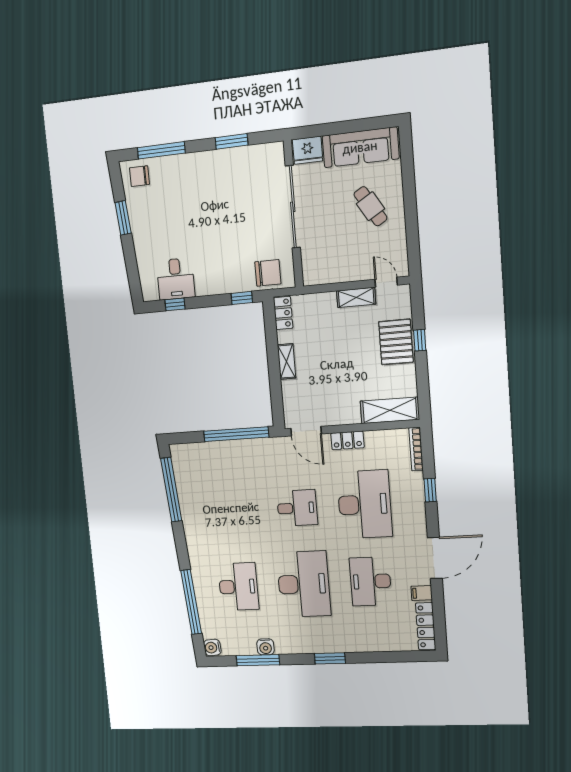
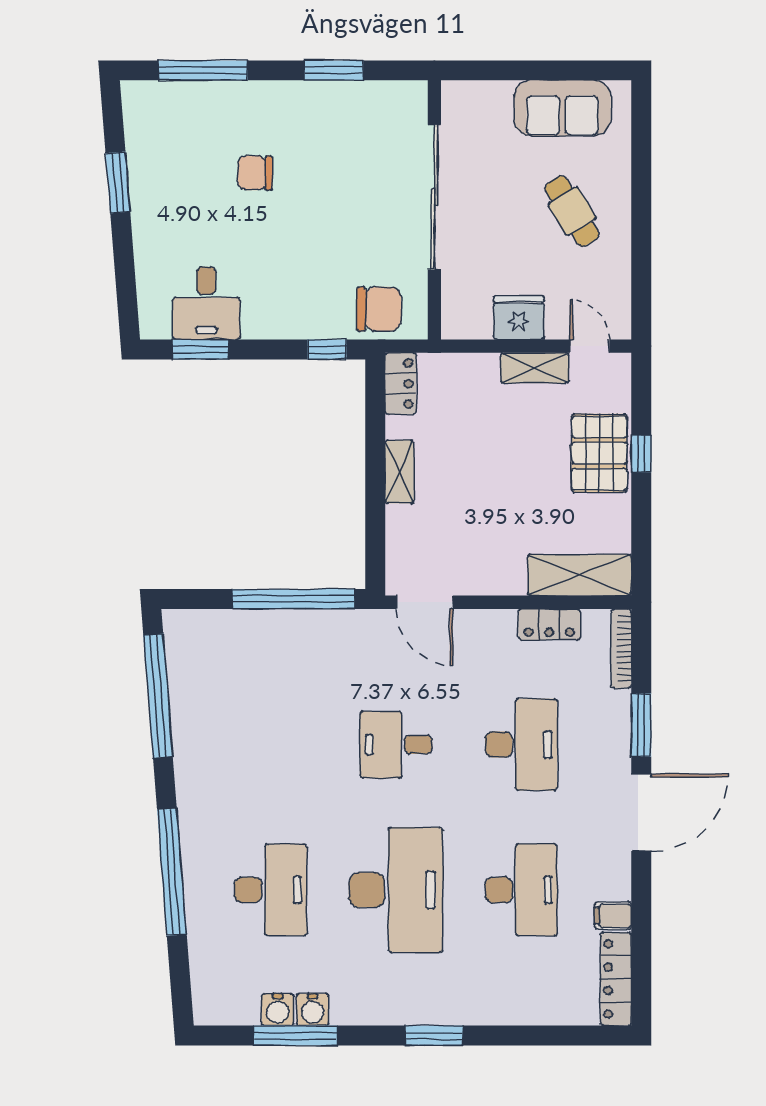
sofa: (360, 147) -> (562, 108), width x0.73
fridge: (308, 150) -> (519, 318), moved, turned 180
chair: (139, 176) -> (255, 173), moved
window: (175, 304) -> (200, 349), width x1.50
locker: (347, 440) -> (549, 624), moved
window: (430, 490) -> (641, 725), width x1.50
desk: (365, 504) -> (521, 745), width x0.73, depth x0.77
desk: (297, 508) -> (396, 745), turned 180
door: (435, 558) -> (641, 813), moved
desk: (371, 581) -> (521, 890), turned 180
window: (191, 602) -> (172, 872), moved
water cooler: (212, 647) -> (278, 1010), moved, turned -86

